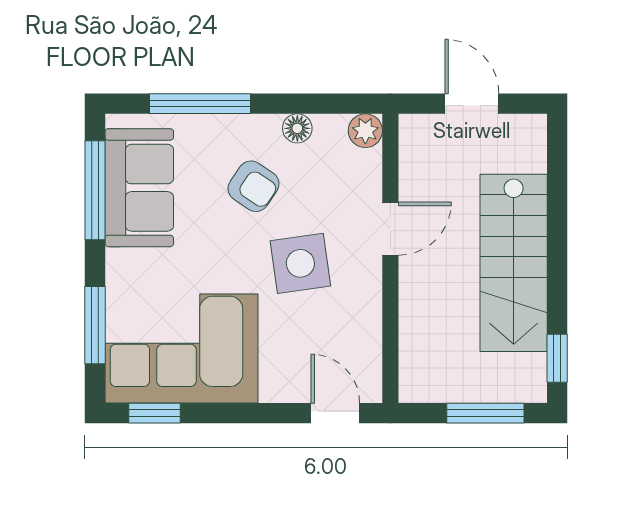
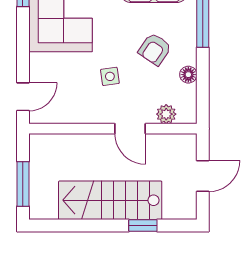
plant: (365, 131) -> (166, 114), moved
side table: (300, 263) -> (110, 76), width x0.54, depth x0.54
window: (557, 358) -> (143, 226), moved

